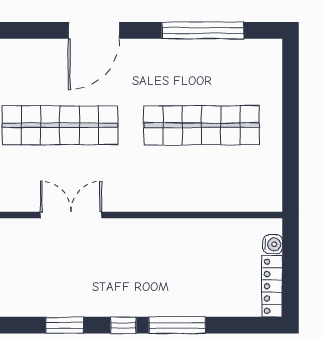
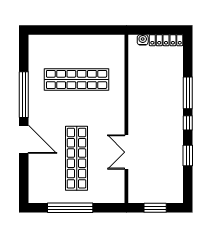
window: (203, 30) -> (24, 95), moved
shop shelf: (201, 125) -> (77, 79), turned 90

